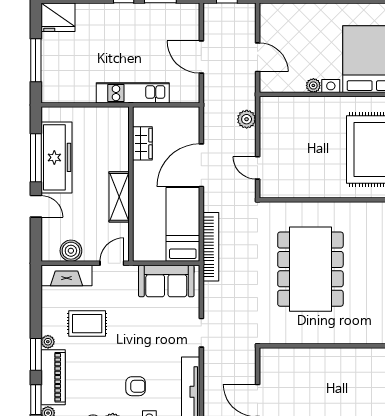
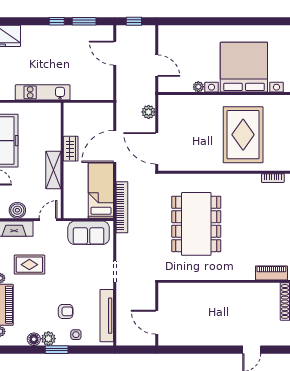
door: (201, 57) -> (115, 53), moved
kitchen unit: (133, 93) -> (43, 92), moved
wardrobe: (142, 143) -> (71, 149), moved
door: (258, 168) -> (157, 148), width x1.87

